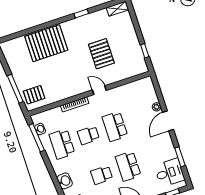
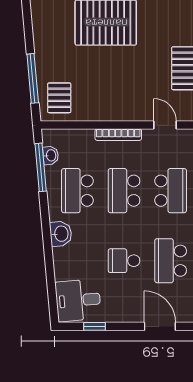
pallet: (34, 95) -> (59, 98), turned 90
school desk: (115, 126) -> (171, 191), turned 180
school desk: (88, 135) -> (124, 191), width x1.85
washbasin: (65, 181) -> (61, 234), moved

